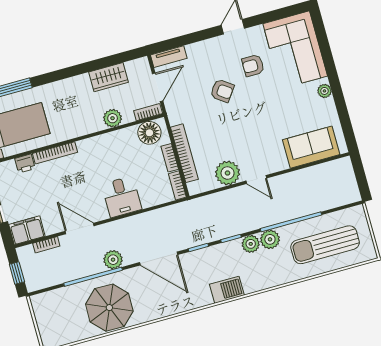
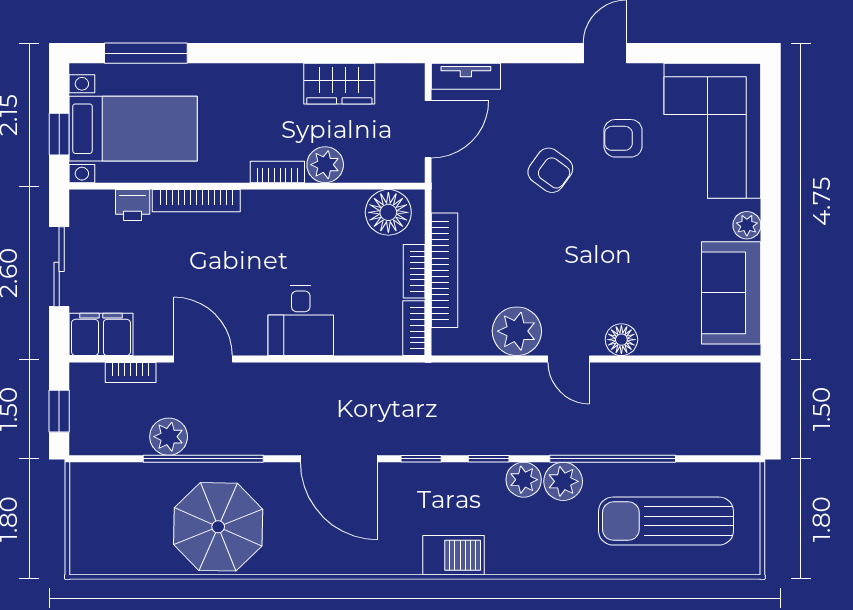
bookcase: (148, 112) -> (277, 172), moved
sofa: (311, 147) -> (731, 293), moved, turned -90
floor lamp: (279, 163) -> (621, 340), added
plant: (113, 260) -> (169, 437), moved

